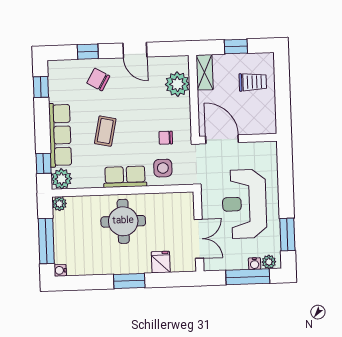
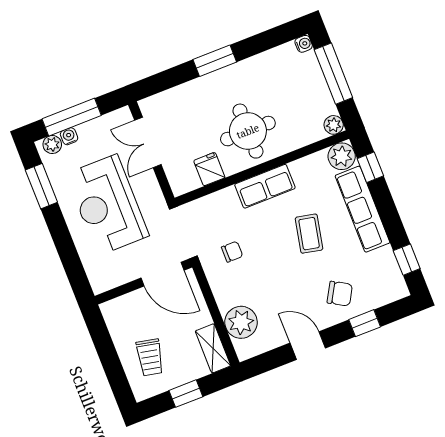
trolley: (253, 82) -> (150, 357), turned -78
side table: (163, 168) -> (222, 213), removed
reception desk: (244, 204) -> (107, 205), turned 180
fridge: (161, 262) -> (209, 169), moved, turned 180

